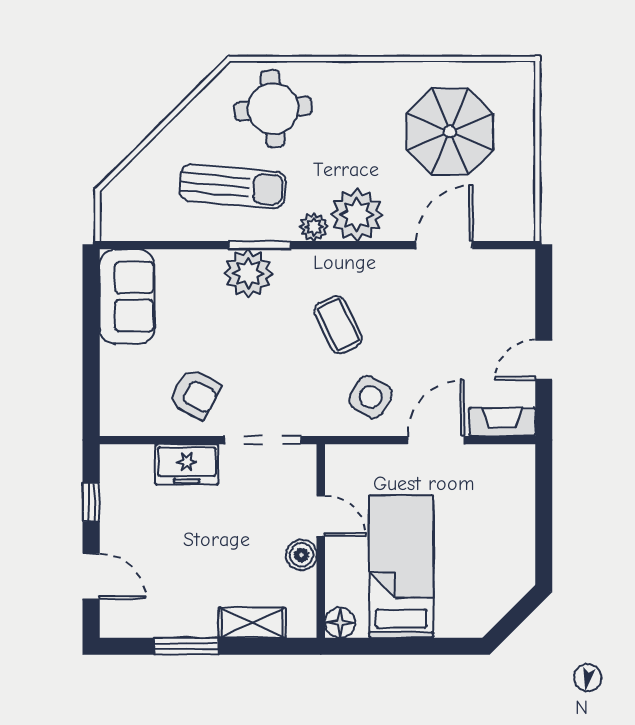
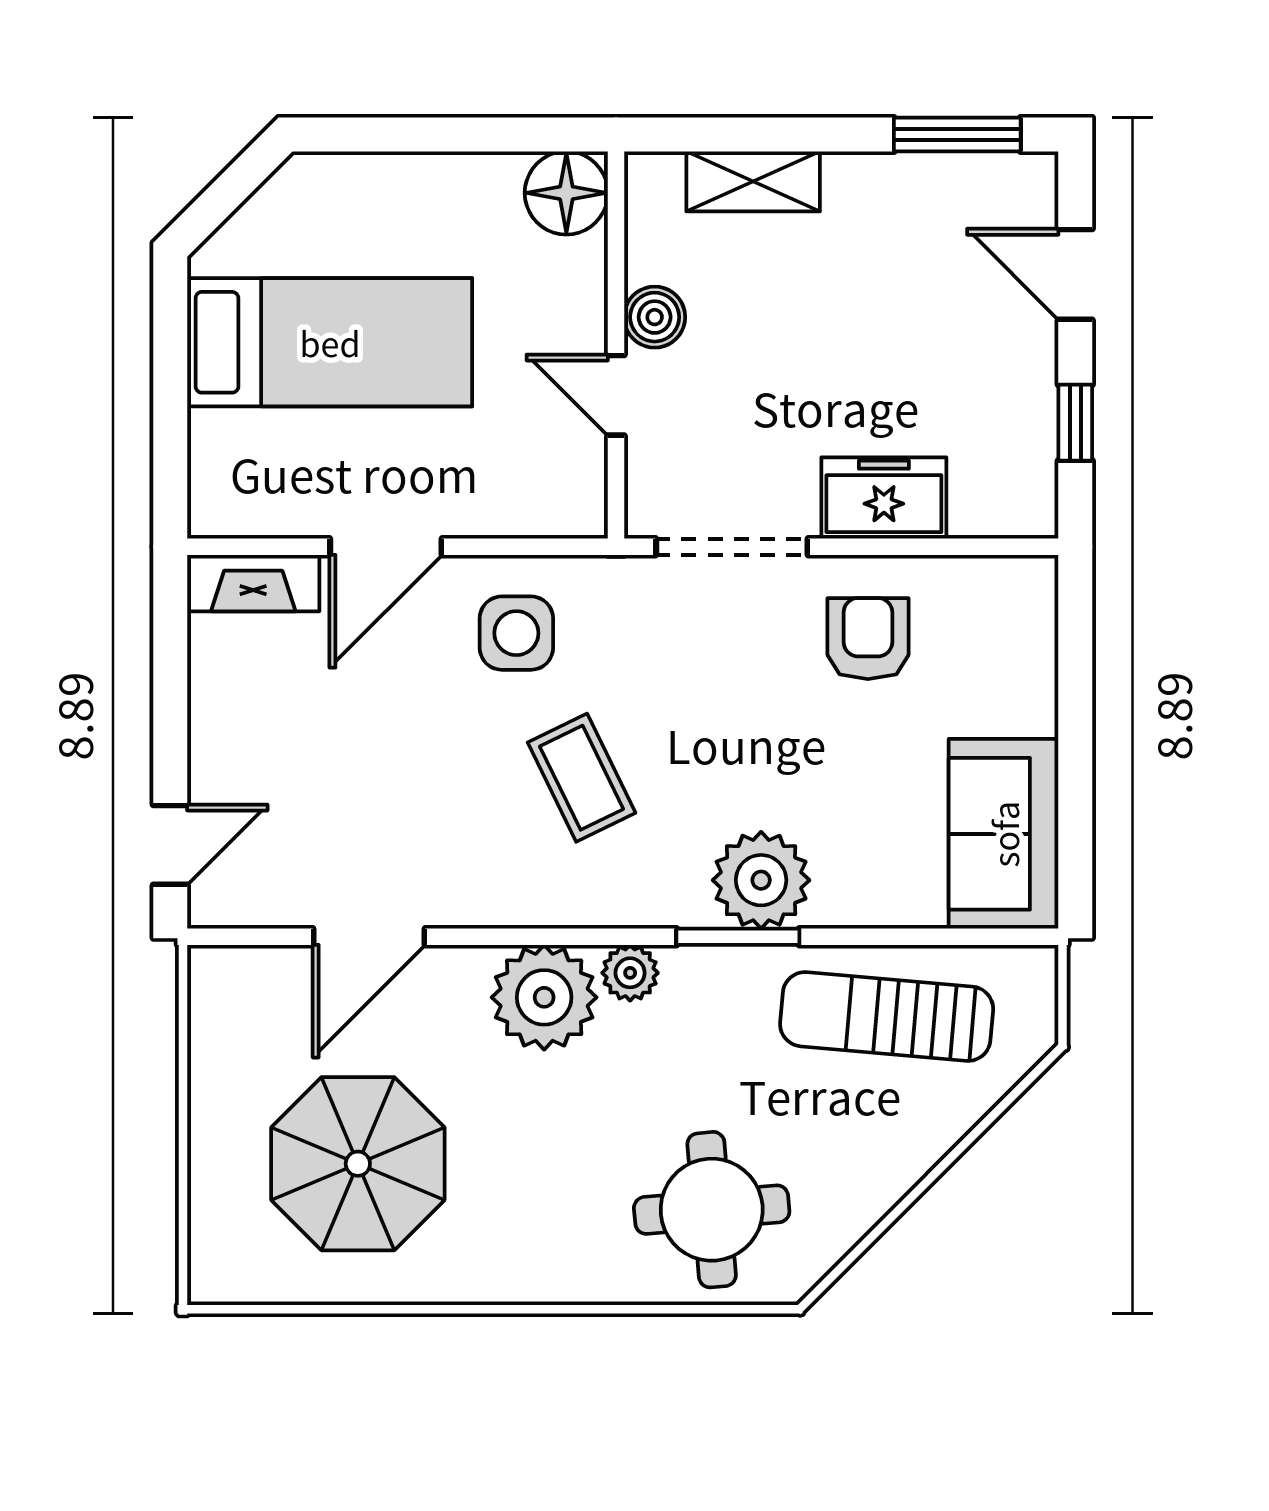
sun lounger: (233, 186) -> (887, 1016), moved
door: (544, 360) -> (170, 845), moved
armchair: (195, 394) -> (868, 639), turned 62
side table: (371, 397) -> (516, 633), turned -30
bed: (401, 566) -> (330, 342), moved, turned -90
floor lamp: (340, 623) -> (566, 193), width x1.38, depth x1.38
window: (186, 646) -> (957, 135), moved

